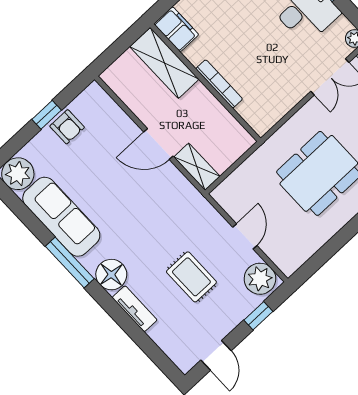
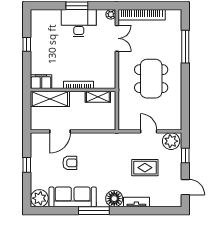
armchair: (67, 127) -> (70, 163), moved
door: (158, 144) -> (60, 131), moved
shelving: (197, 167) -> (98, 97), moved

